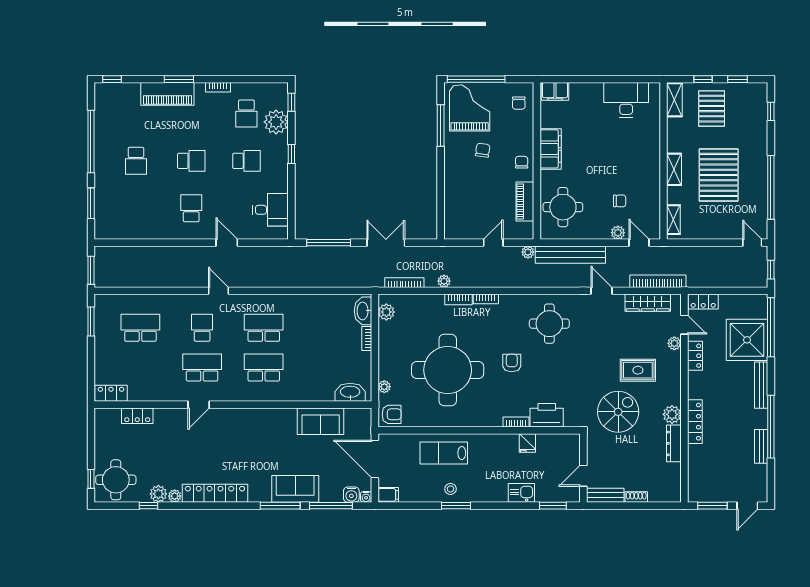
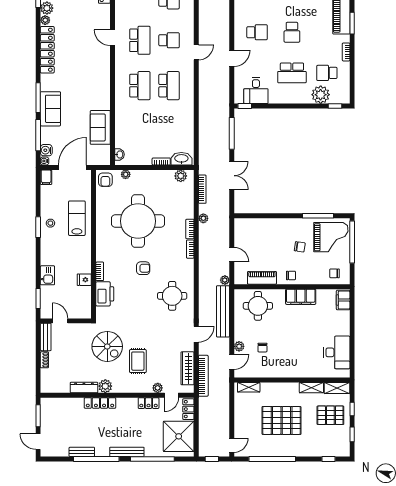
window: (291, 154) -> (245, 106), moved
school desk: (246, 161) -> (292, 73), width x1.85
shelving: (674, 169) -> (311, 388), moved
window: (771, 327) -> (152, 459), moved
shower: (747, 340) -> (179, 436), moved
washbasin: (350, 392) -> (120, 154), width x0.52, depth x0.69

